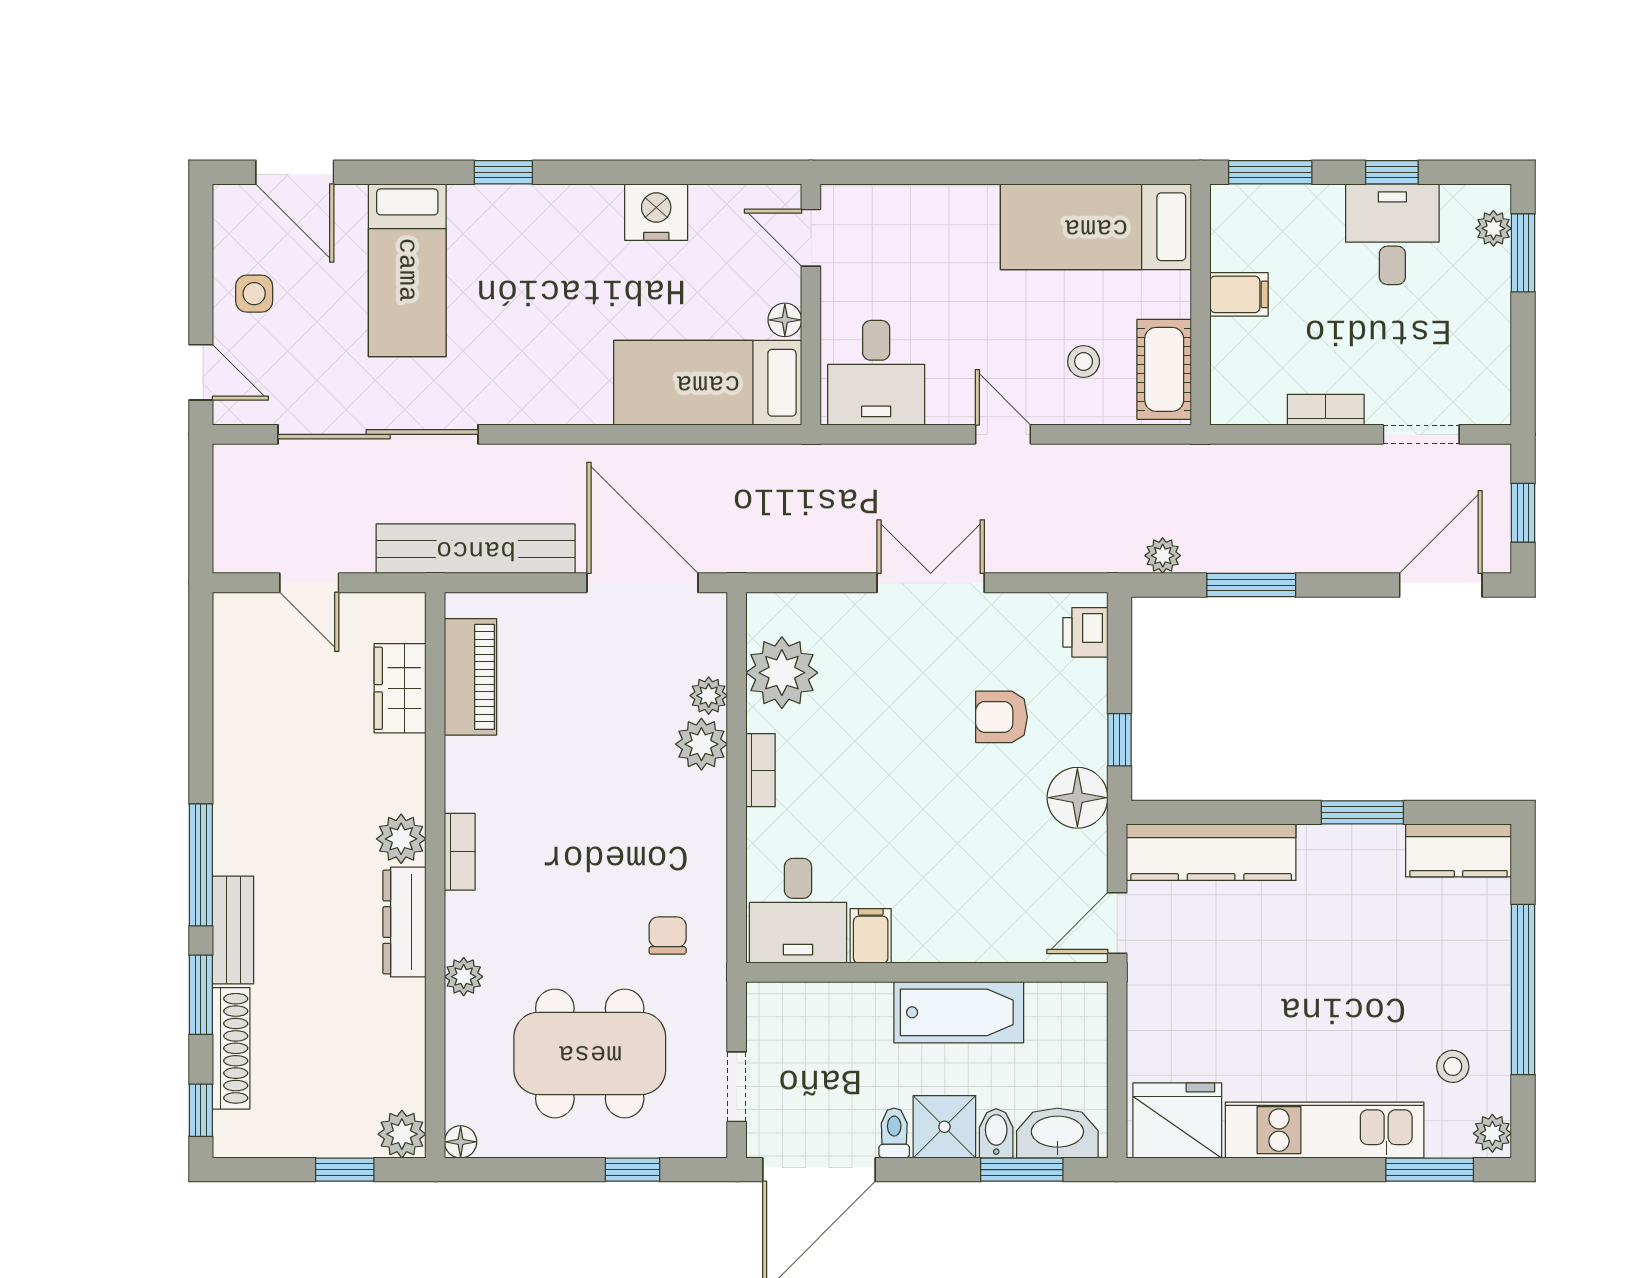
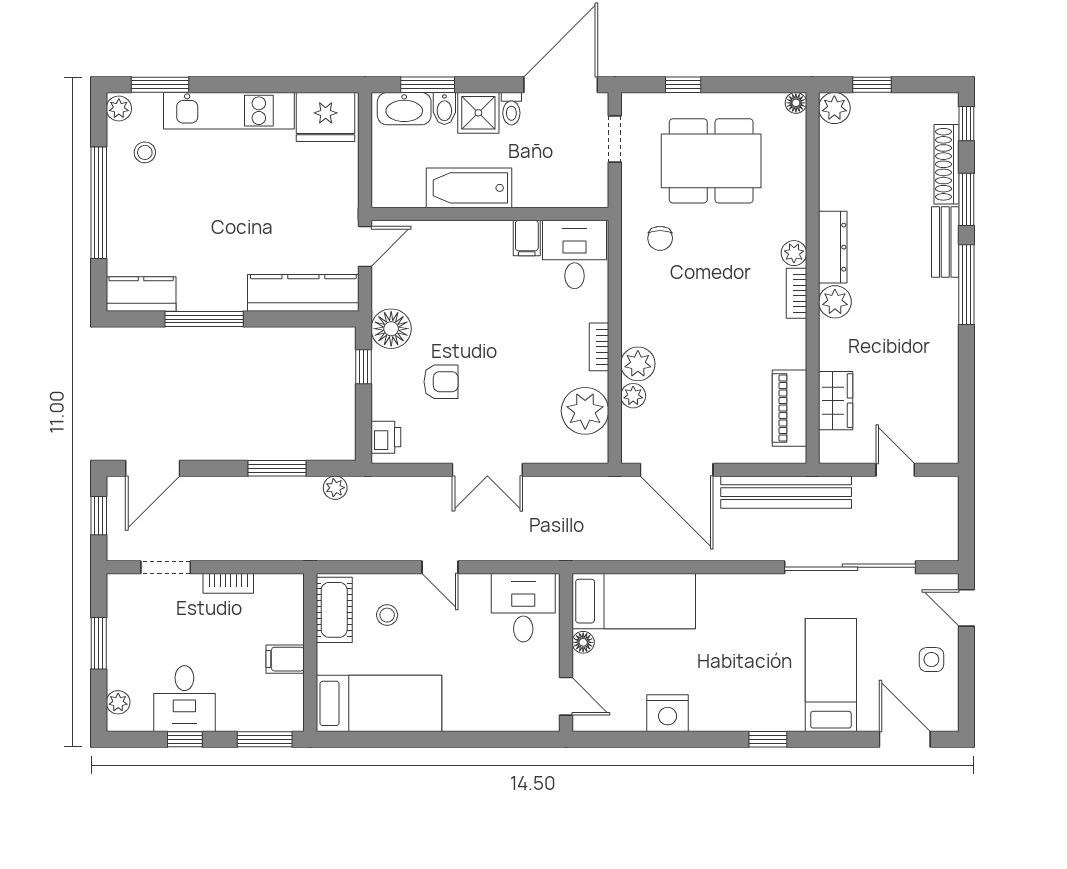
window: (1523, 253) -> (99, 643), moved
window: (1362, 812) -> (204, 319), width x1.44
plant: (464, 977) -> (794, 253), moved

